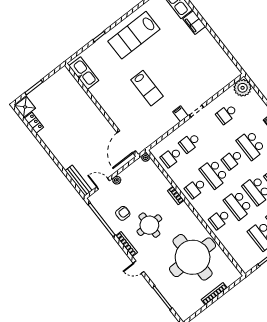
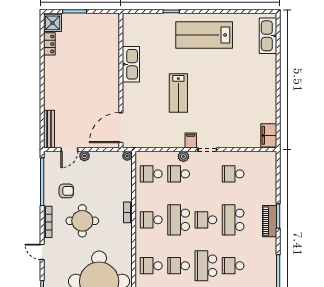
filing cabinet: (194, 23) -> (269, 135), moved
kitchen sink: (84, 73) -> (131, 64), moved
plant: (243, 88) -> (183, 156), moved, width x0.53, depth x0.53
door: (103, 184) -> (69, 150), swing flipped
school desk: (238, 205) -> (179, 266), width x0.54

